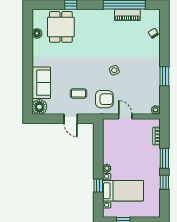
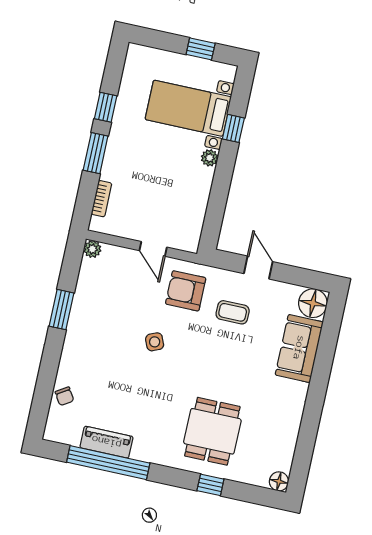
dining table: (61, 27) -> (212, 431), moved
floor lamp: (37, 33) -> (279, 481), moved

